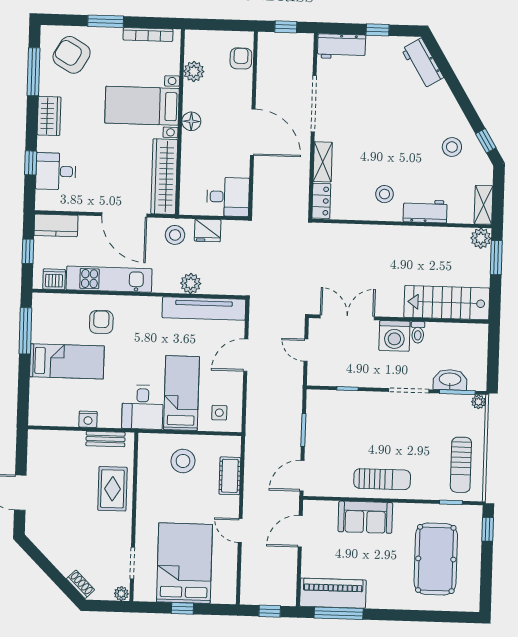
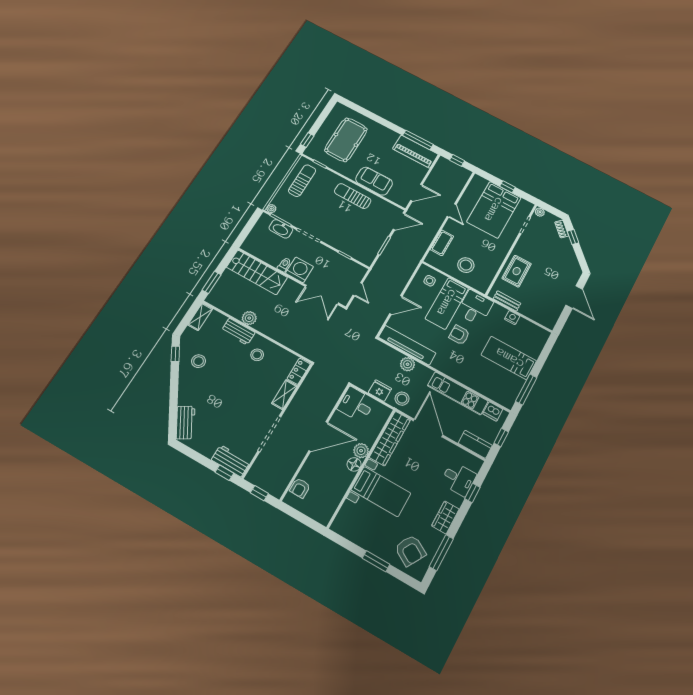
window: (378, 30) -> (224, 473), moved
bookcase: (148, 35) -> (352, 537), removed
plant: (194, 71) -> (361, 451), moved
door: (253, 132) -> (318, 437), swing flipped
plant: (481, 238) -> (249, 318), moved
armchair: (101, 322) -> (459, 335), moved, turned 90
window: (60, 581) -> (573, 237), added

